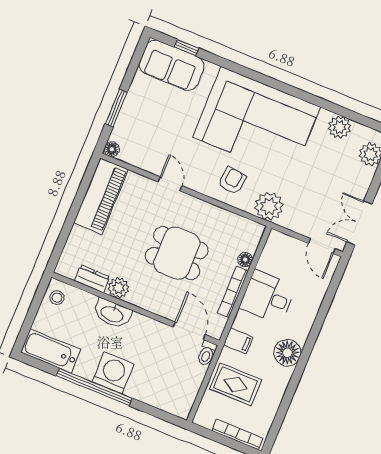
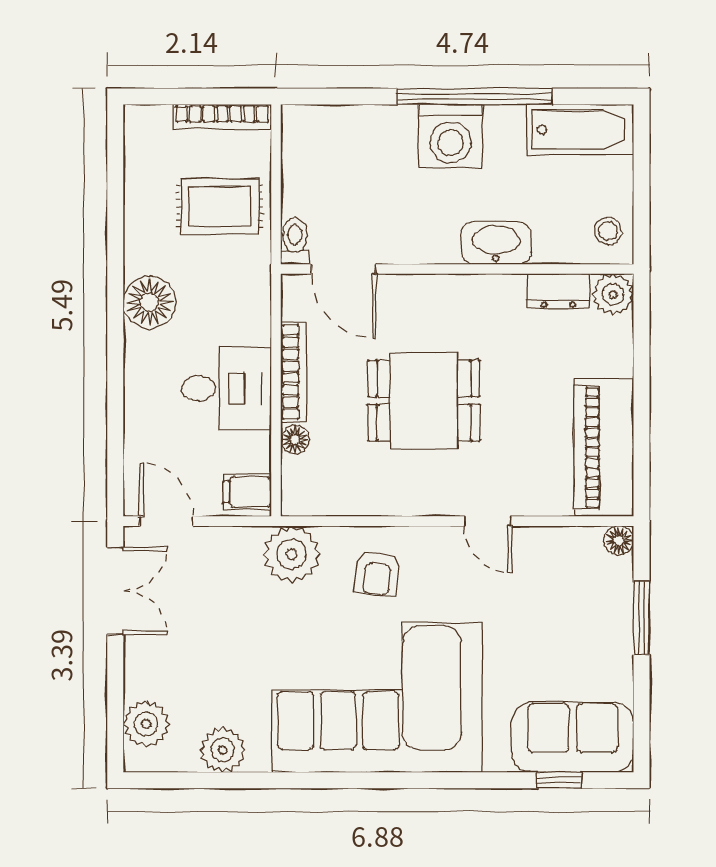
plant: (118, 288) -> (613, 294), moved
filing cabinet: (238, 341) -> (247, 492), moved
bookcase: (237, 434) -> (222, 117), moved

